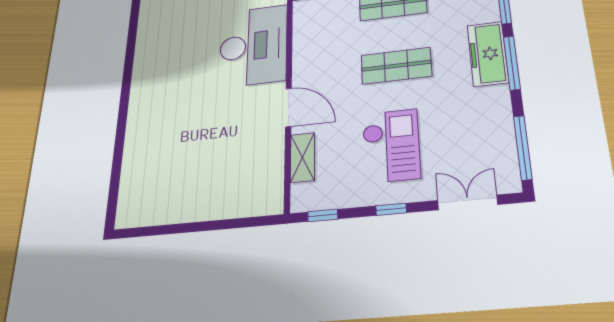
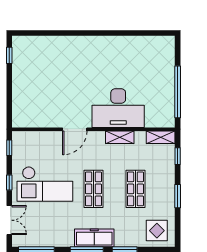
checkout: (391, 146) -> (45, 184), width x1.36, depth x1.21
shelving: (302, 158) -> (120, 137), moved
window: (149, 231) -> (9, 55), added

